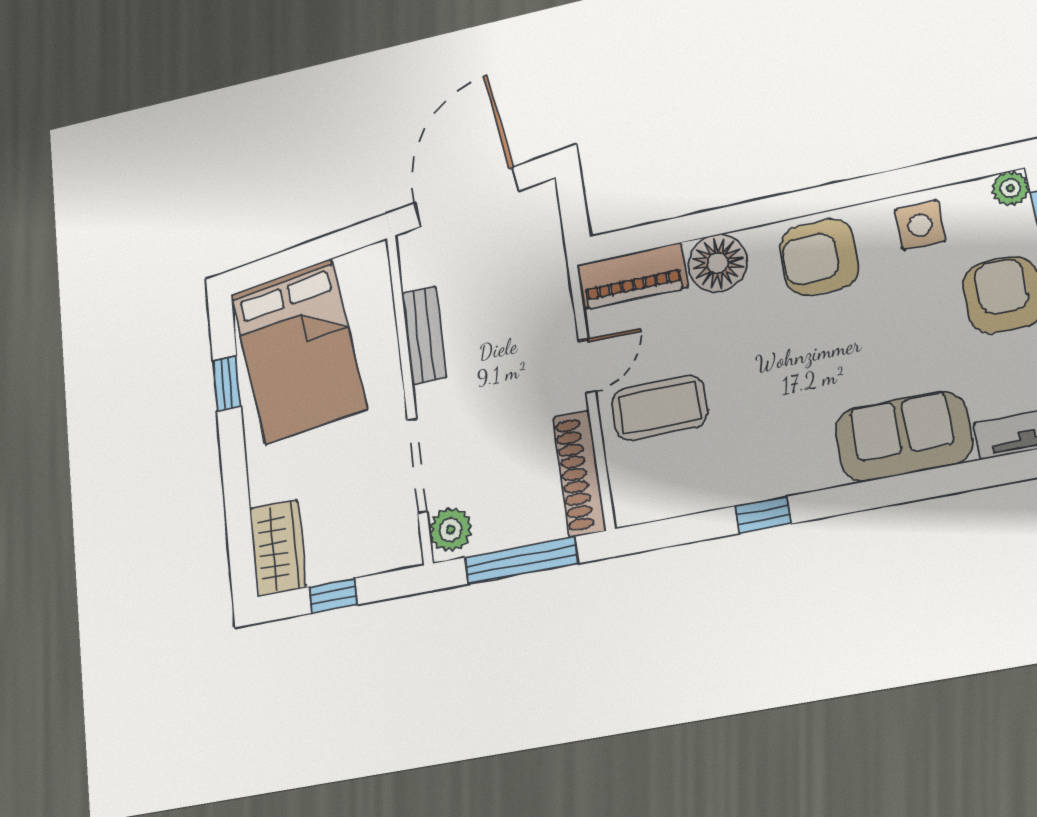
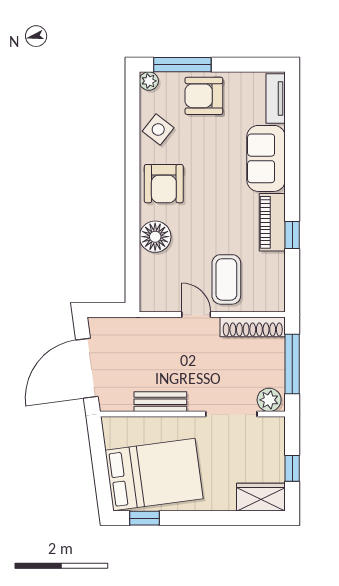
door: (467, 197) -> (87, 368), hinge flipped
side table: (920, 225) -> (158, 130), turned 38
piano: (632, 276) -> (272, 222), moved, turned 180
window: (227, 384) -> (144, 518), moved

